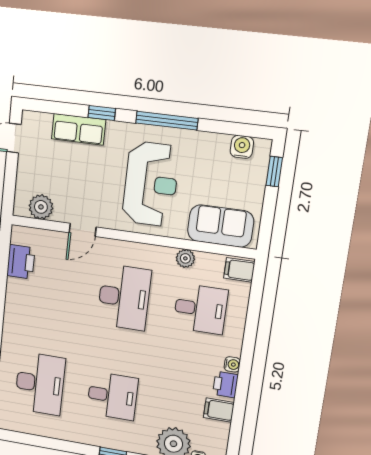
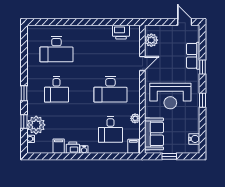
window: (167, 121) -> (203, 100), width x0.46
window: (274, 172) -> (169, 156), moved
door: (83, 230) -> (142, 63), swing flipped

